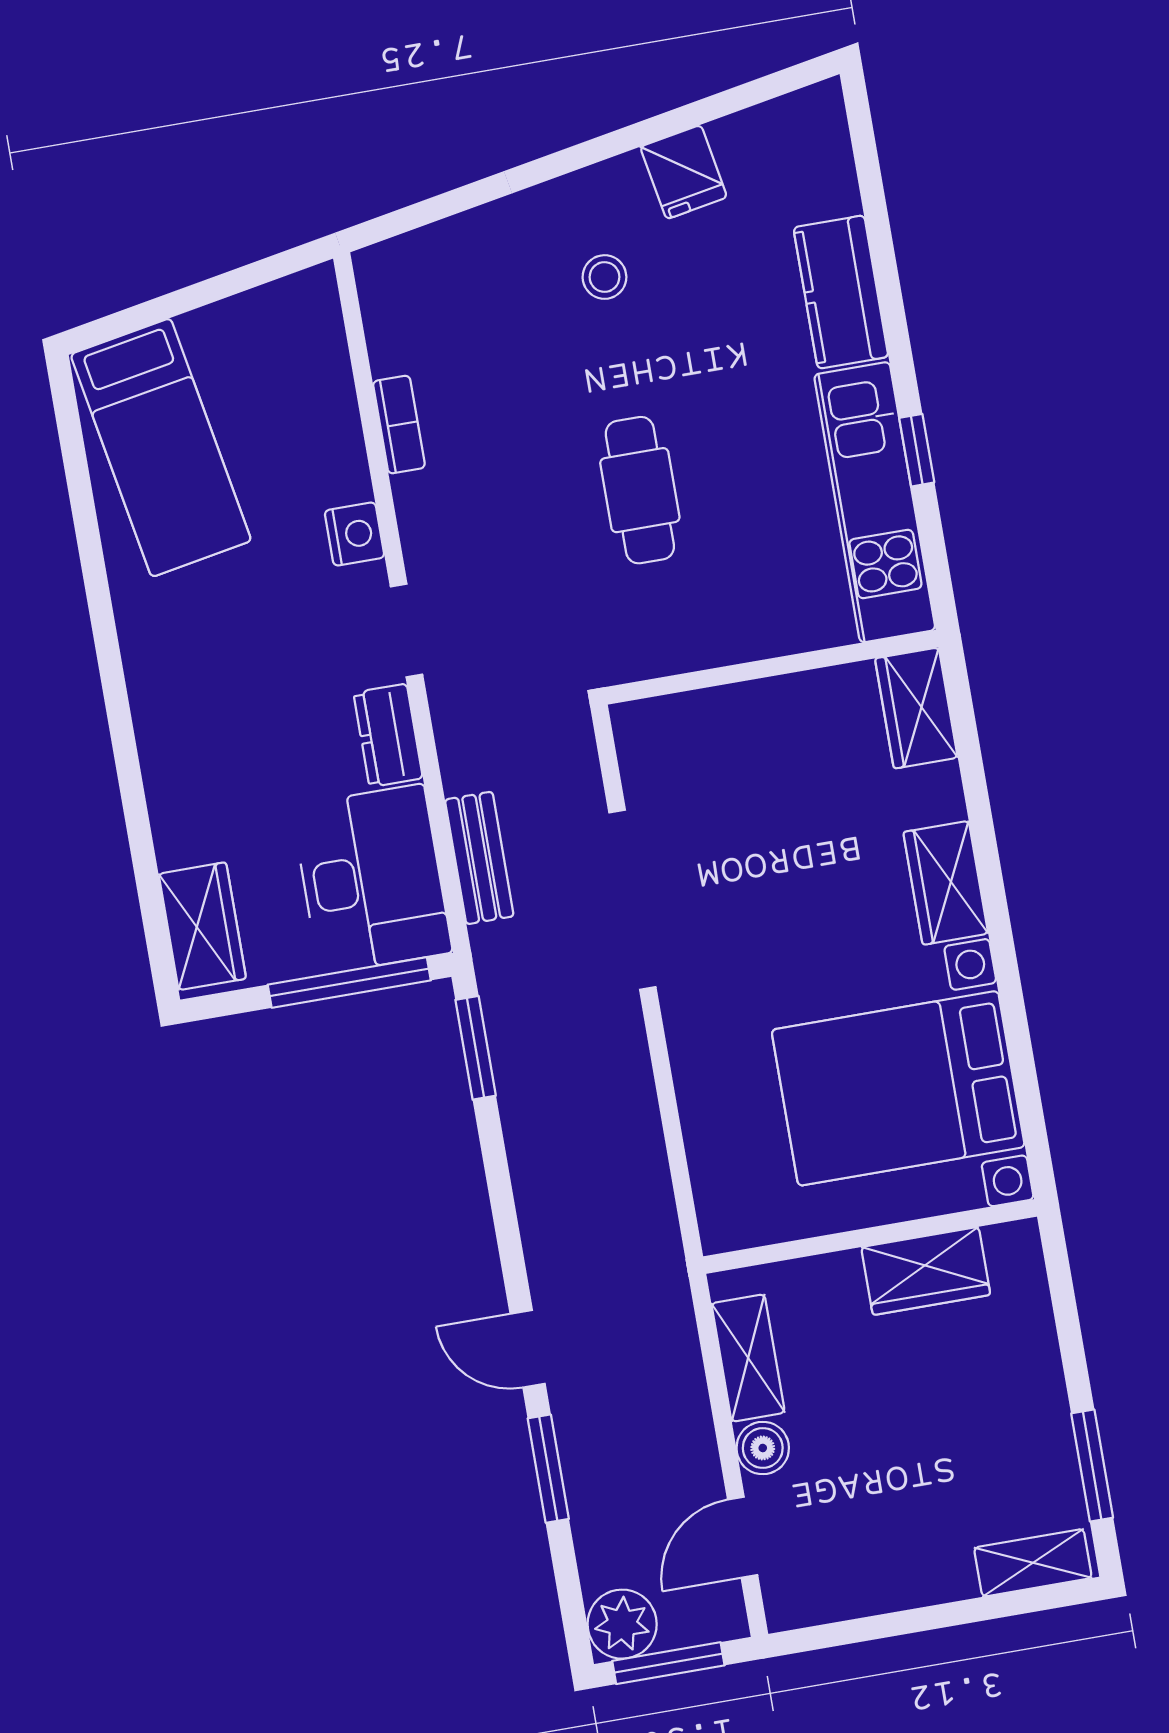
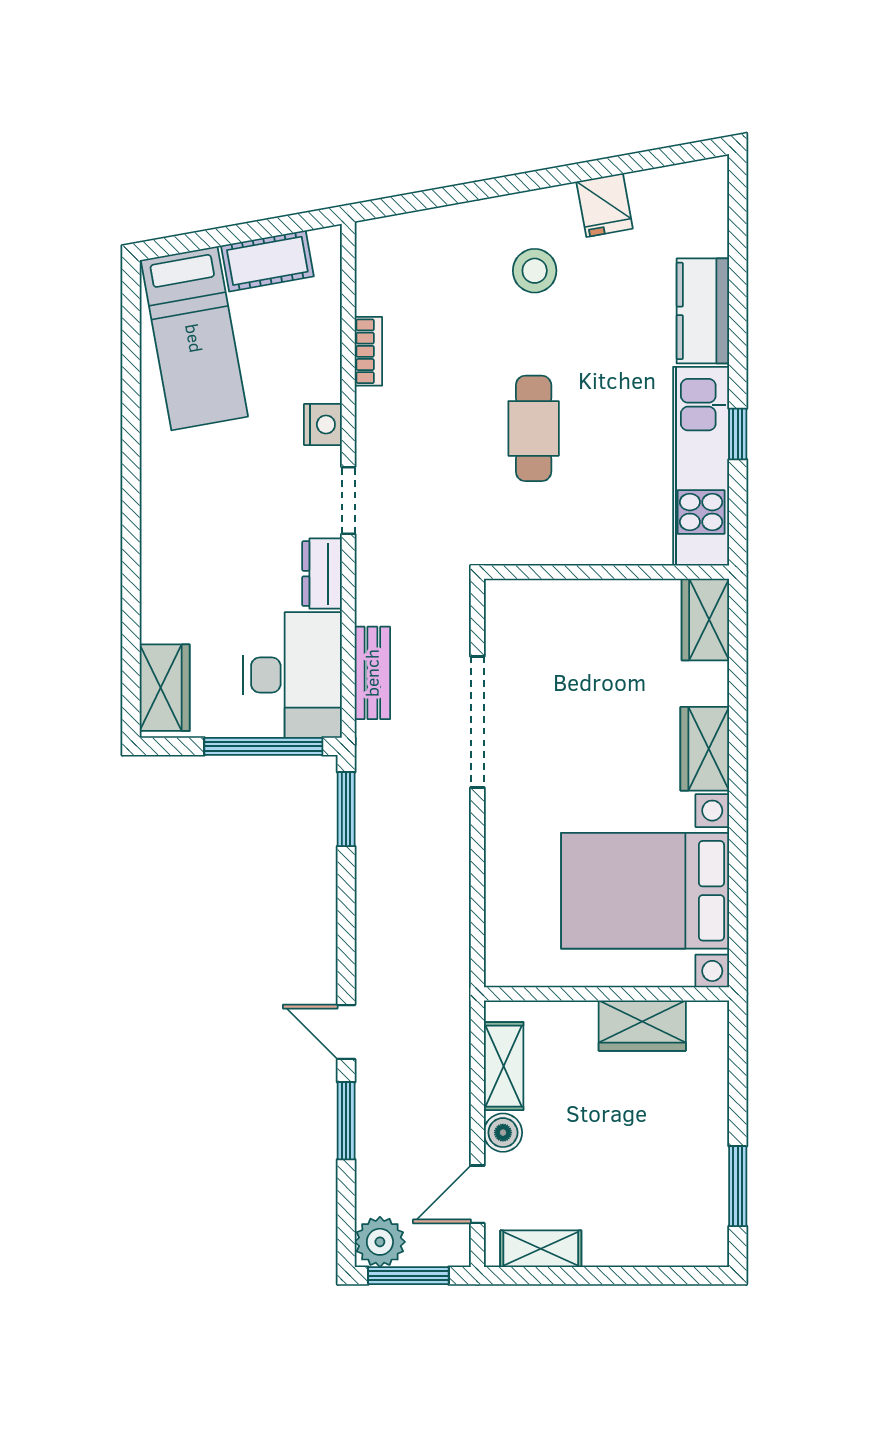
stool: (604, 277) -> (535, 271), width x1.37, depth x1.37
cot: (241, 326) -> (267, 261), added
shelving: (1033, 1563) -> (541, 1249), moved

